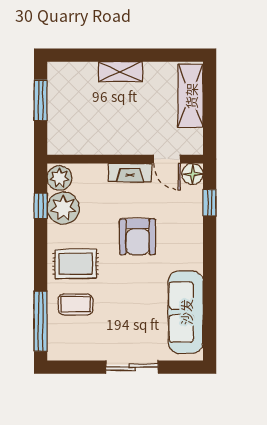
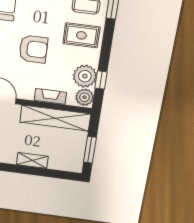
shelving: (96, 141) -> (55, 118), added
fireplace: (130, 173) -> (50, 96), moved
armchair: (138, 237) -> (33, 49), turned 90

